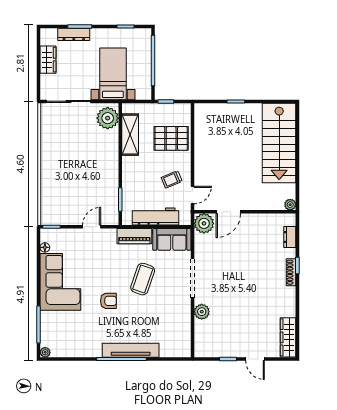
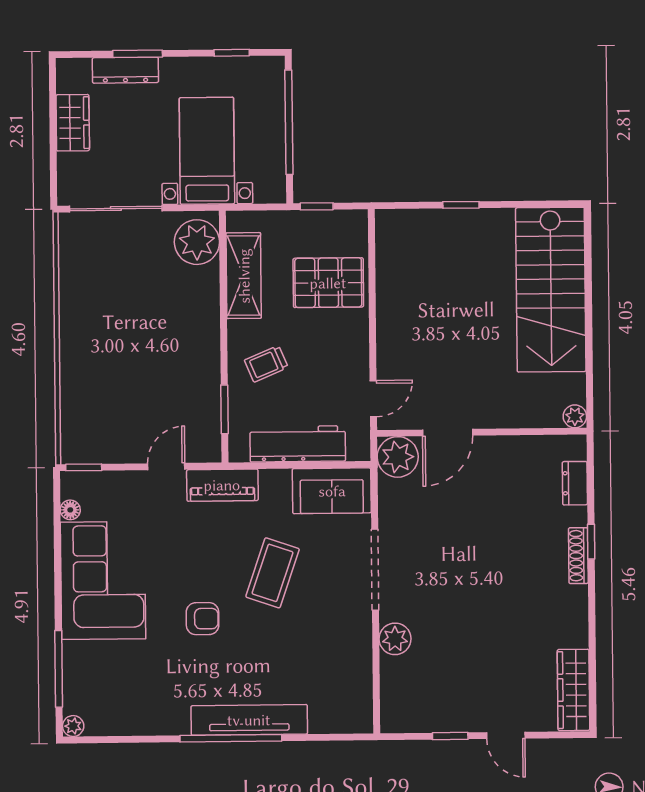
trolley: (172, 179) -> (266, 364), moved
piano: (134, 236) -> (222, 485), moved

